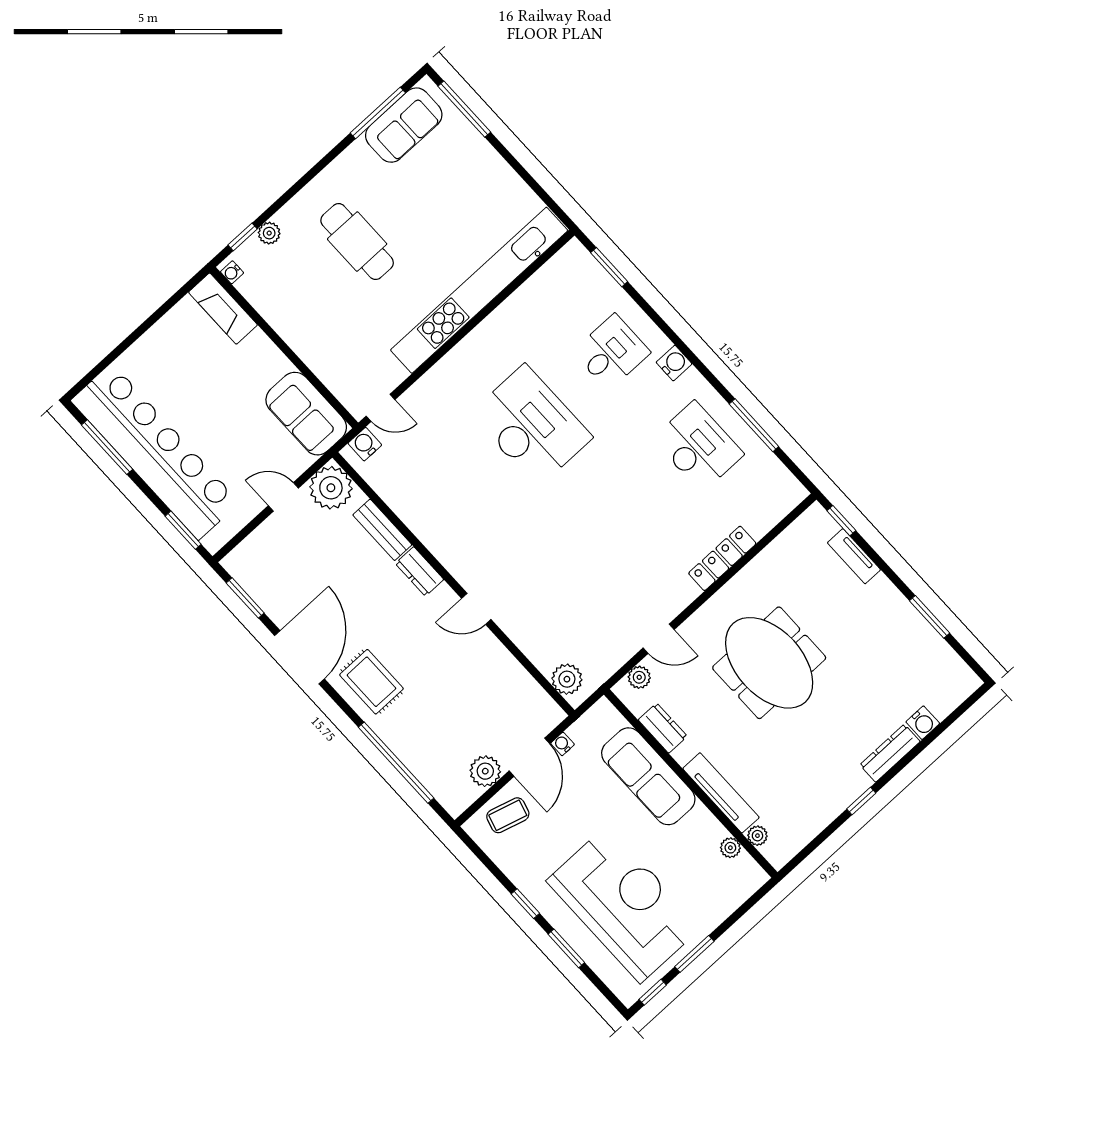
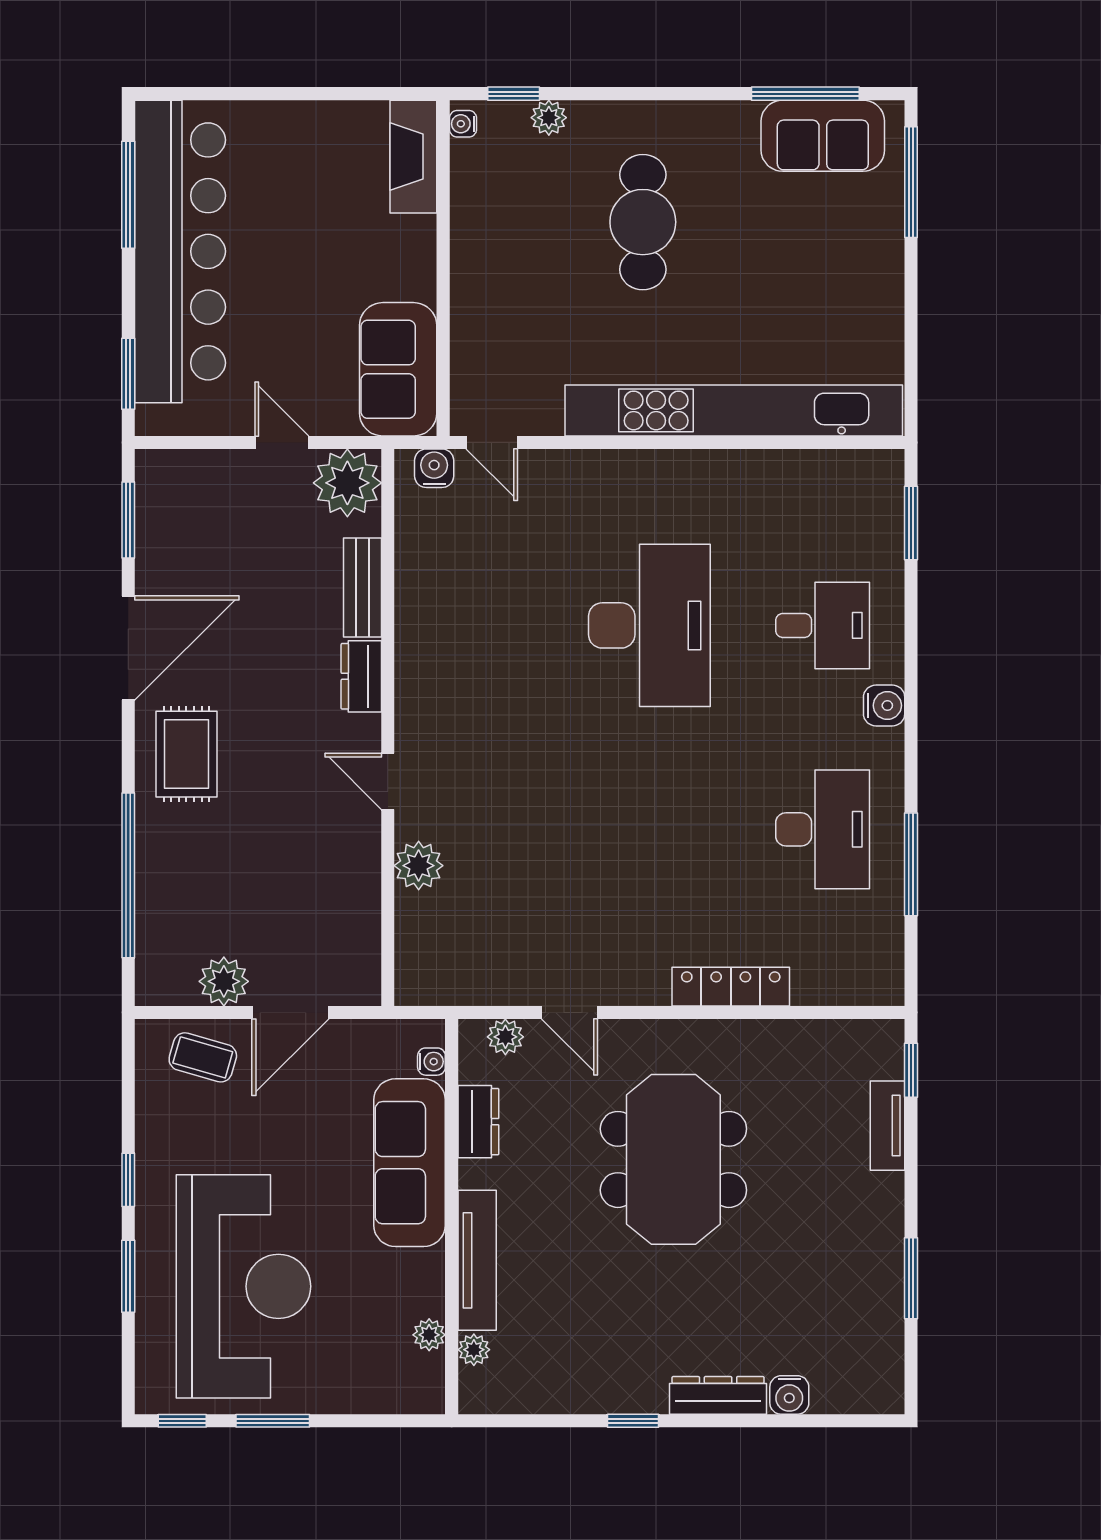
plant: (567, 679) -> (419, 866), moved
water cooler: (563, 744) -> (431, 1062), moved, turned 90

